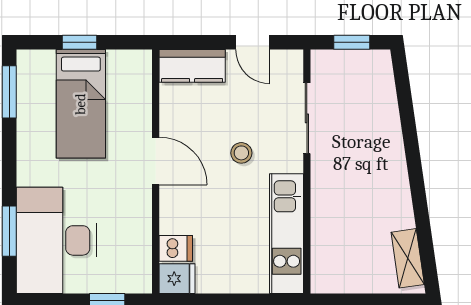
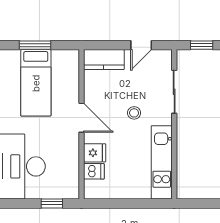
window: (80, 42) -> (35, 45), width x1.50
door: (253, 42) -> (141, 45), hinge flipped
fridge: (177, 279) -> (95, 153), moved

